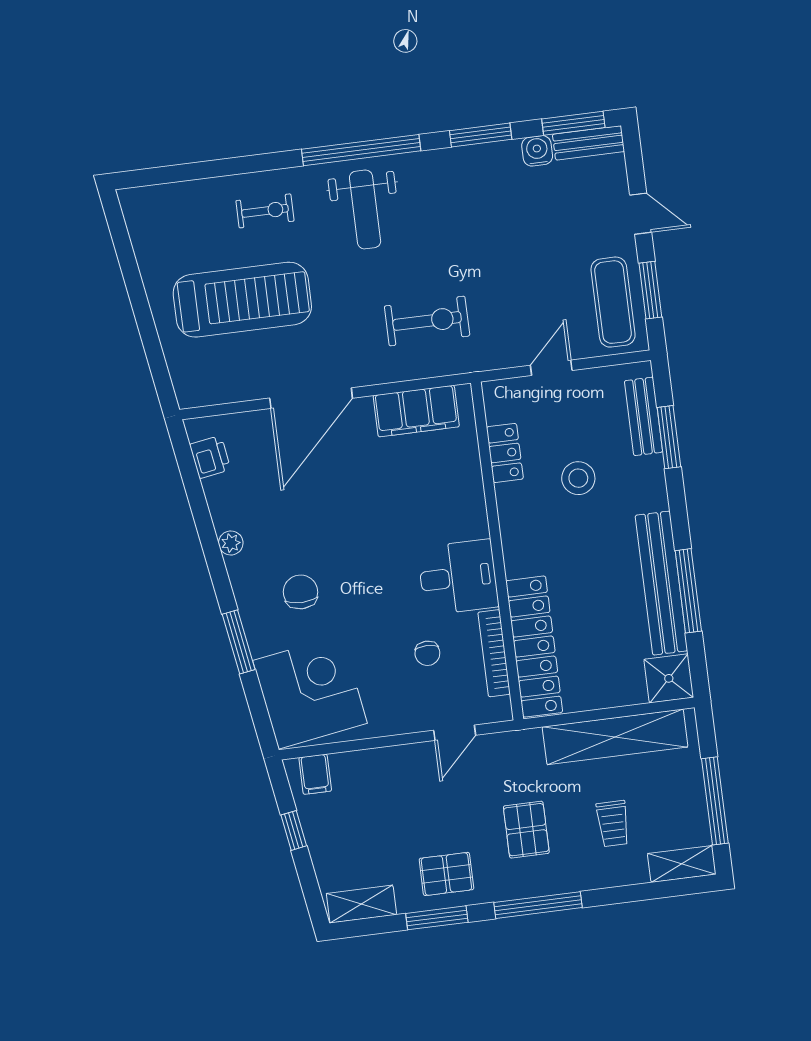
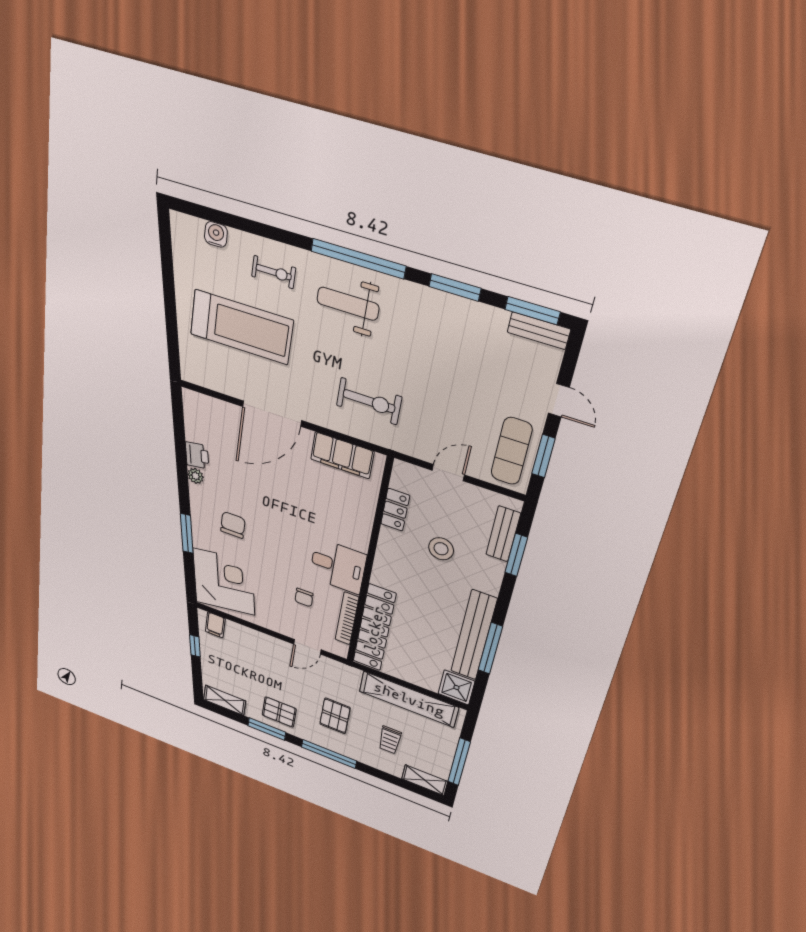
water cooler: (537, 151) -> (216, 234), moved
weight bench: (365, 209) -> (348, 304), turned 90
printer: (210, 457) -> (197, 455), moved

